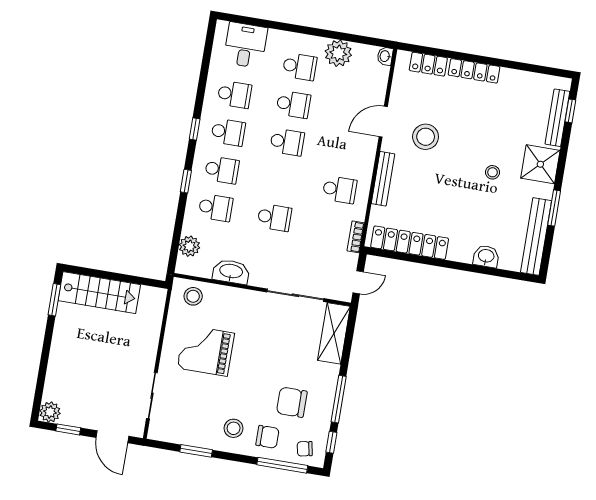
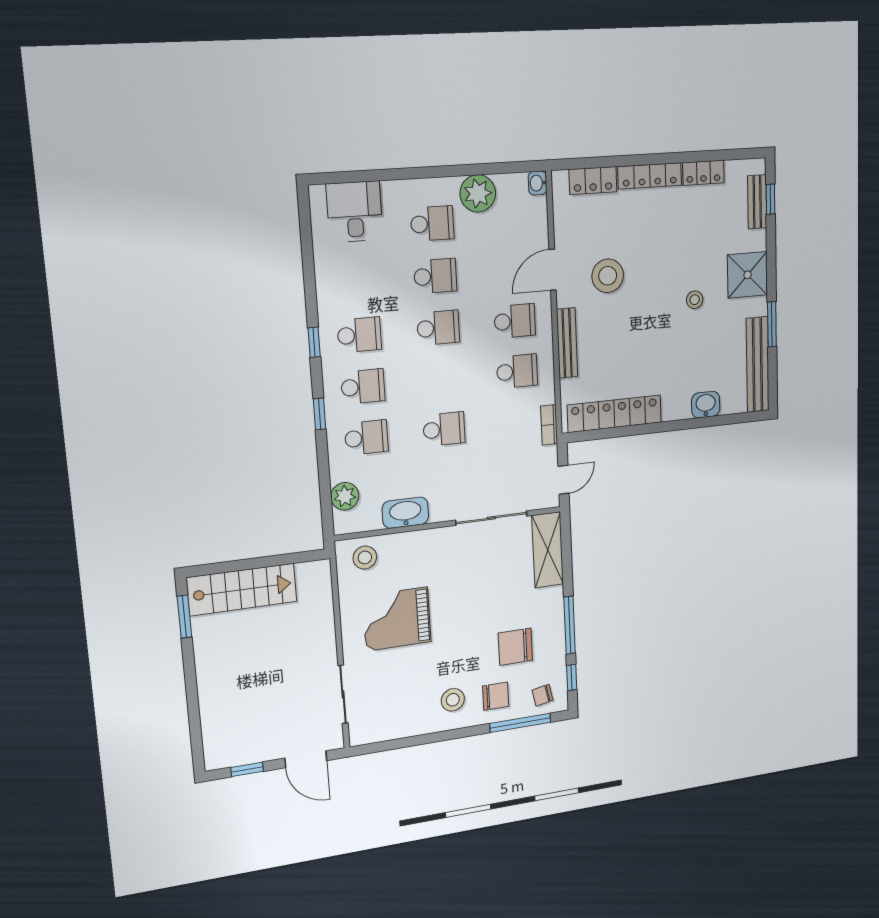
locker: (518, 78) -> (703, 173), added
school desk: (234, 94) -> (515, 321), moved
bench: (557, 118) -> (757, 202), width x0.73
plant: (50, 412) -> (217, 756), removed
window: (196, 451) -> (414, 741), removed

